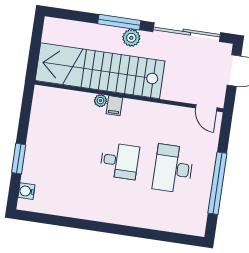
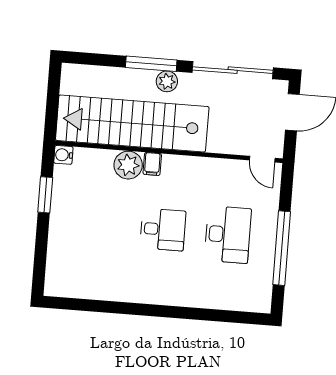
plant: (100, 101) -> (128, 165), width x1.88, depth x1.88
window: (19, 159) -> (45, 195), moved
desk: (173, 169) -> (228, 235), turned 180
water cooler: (26, 191) -> (63, 155), moved

